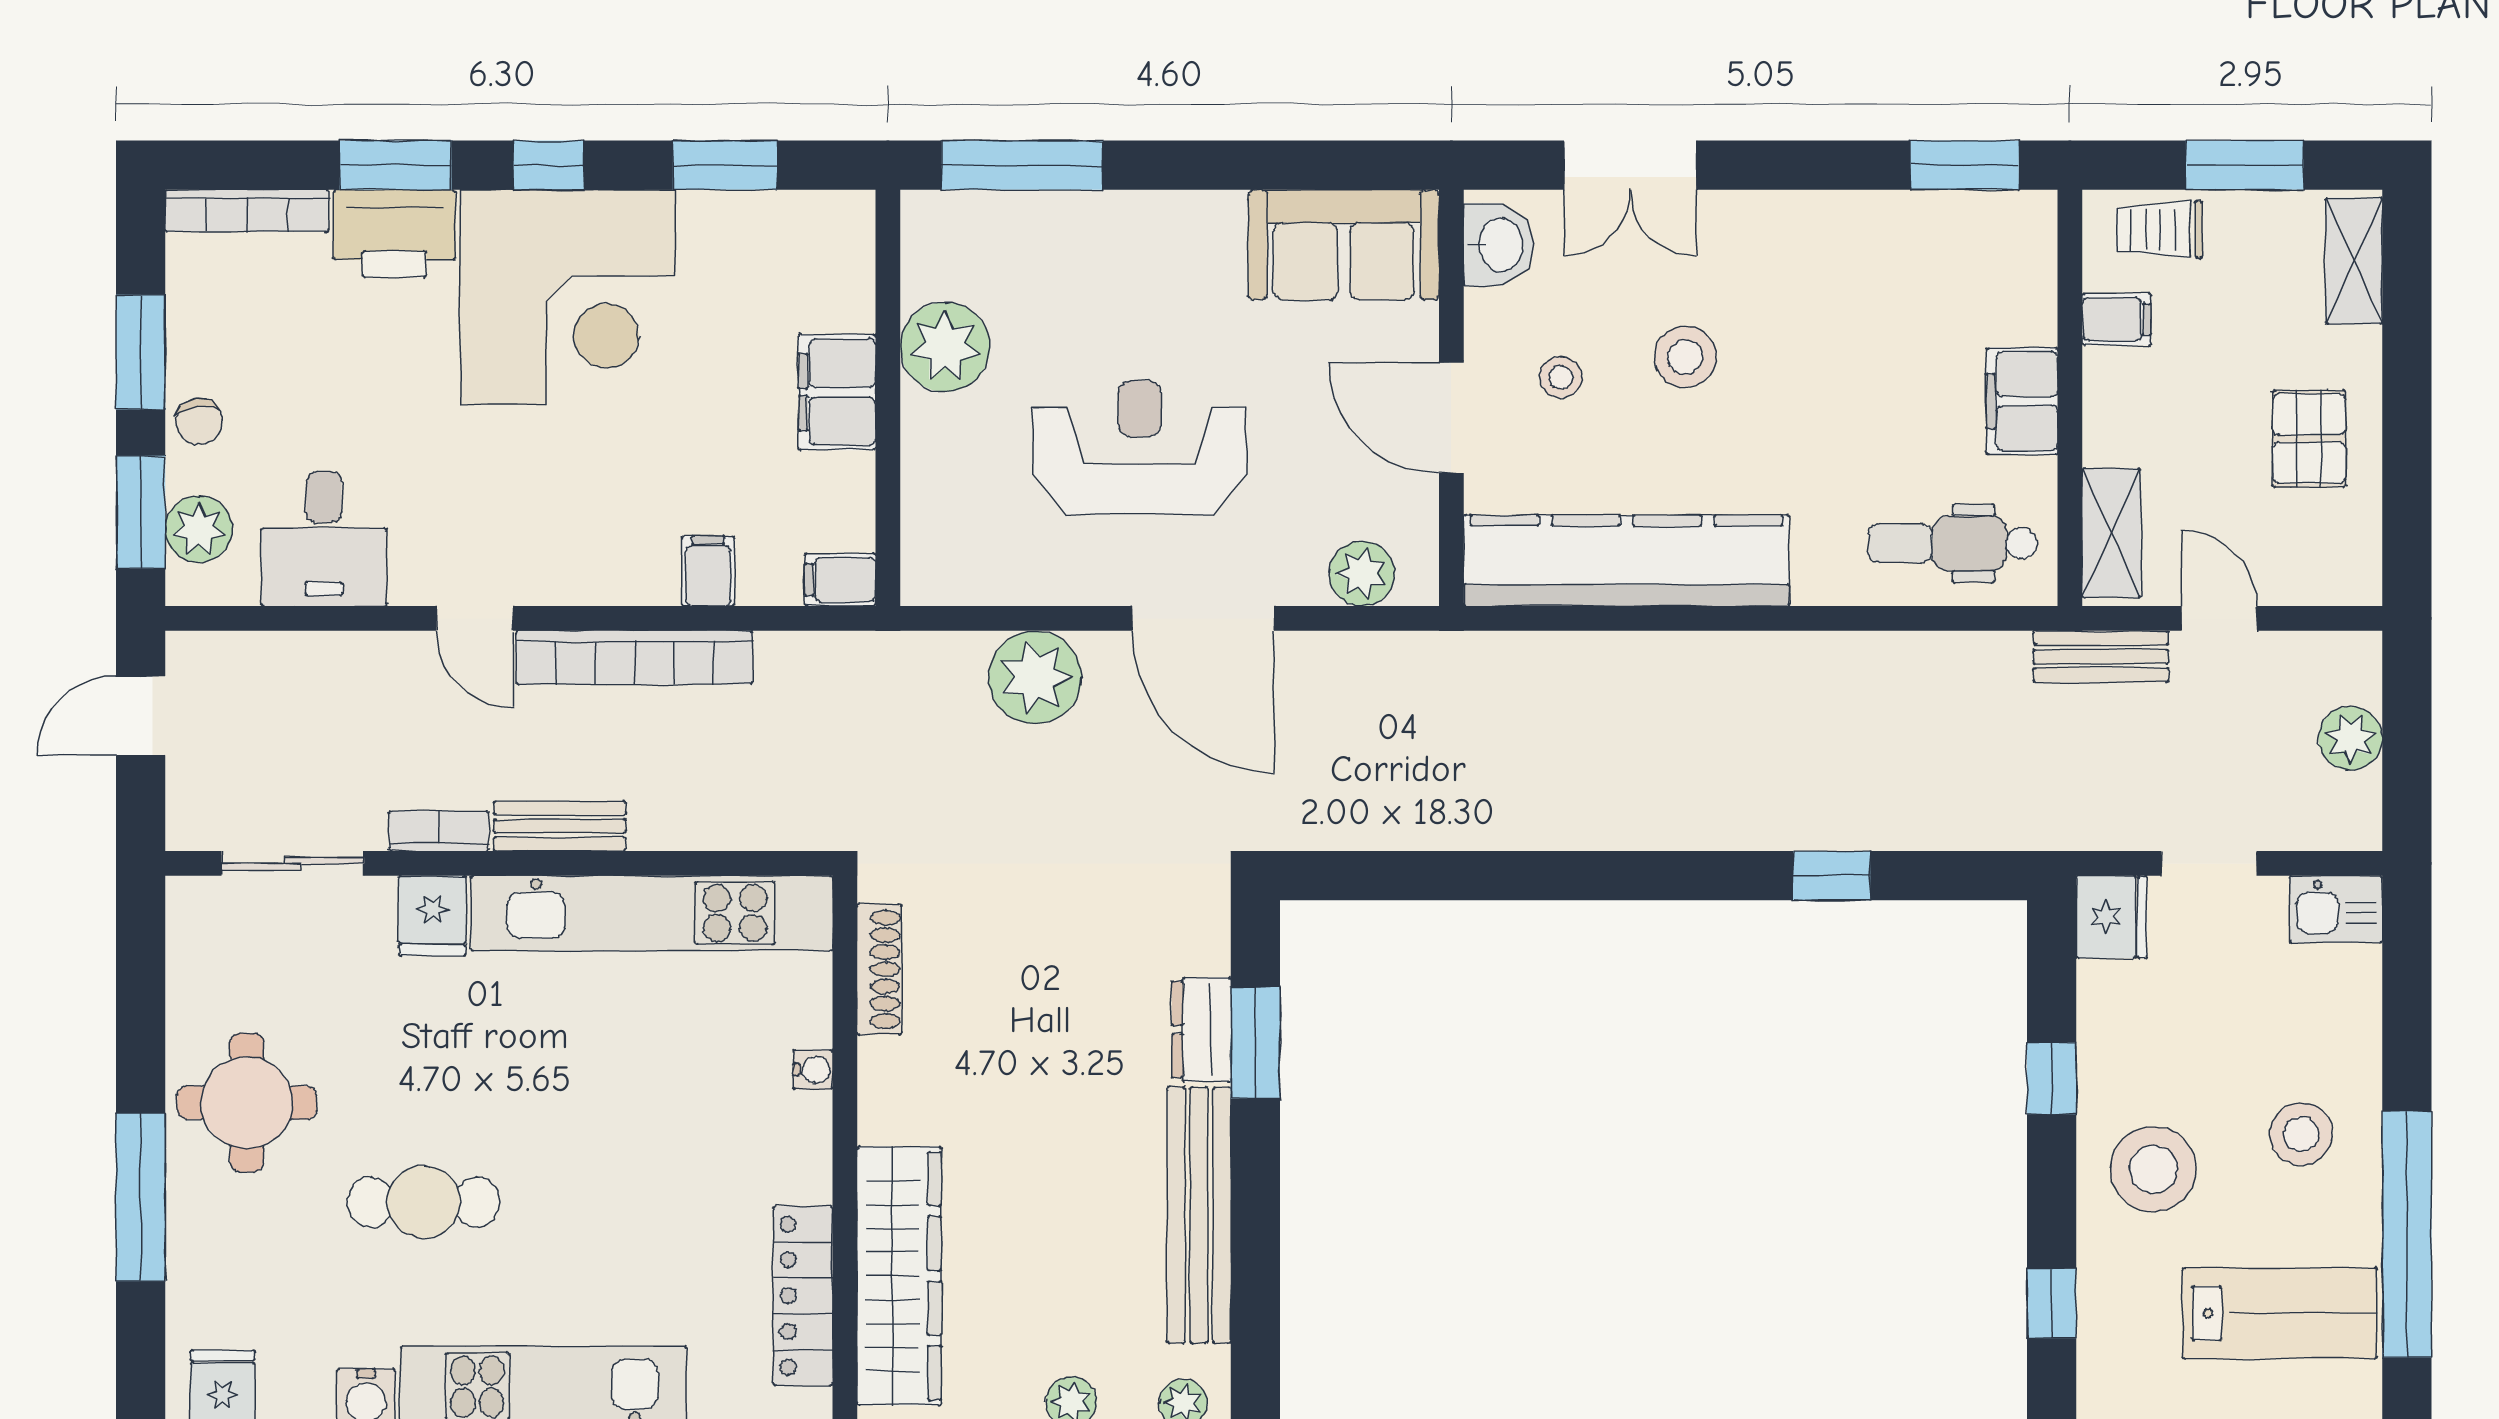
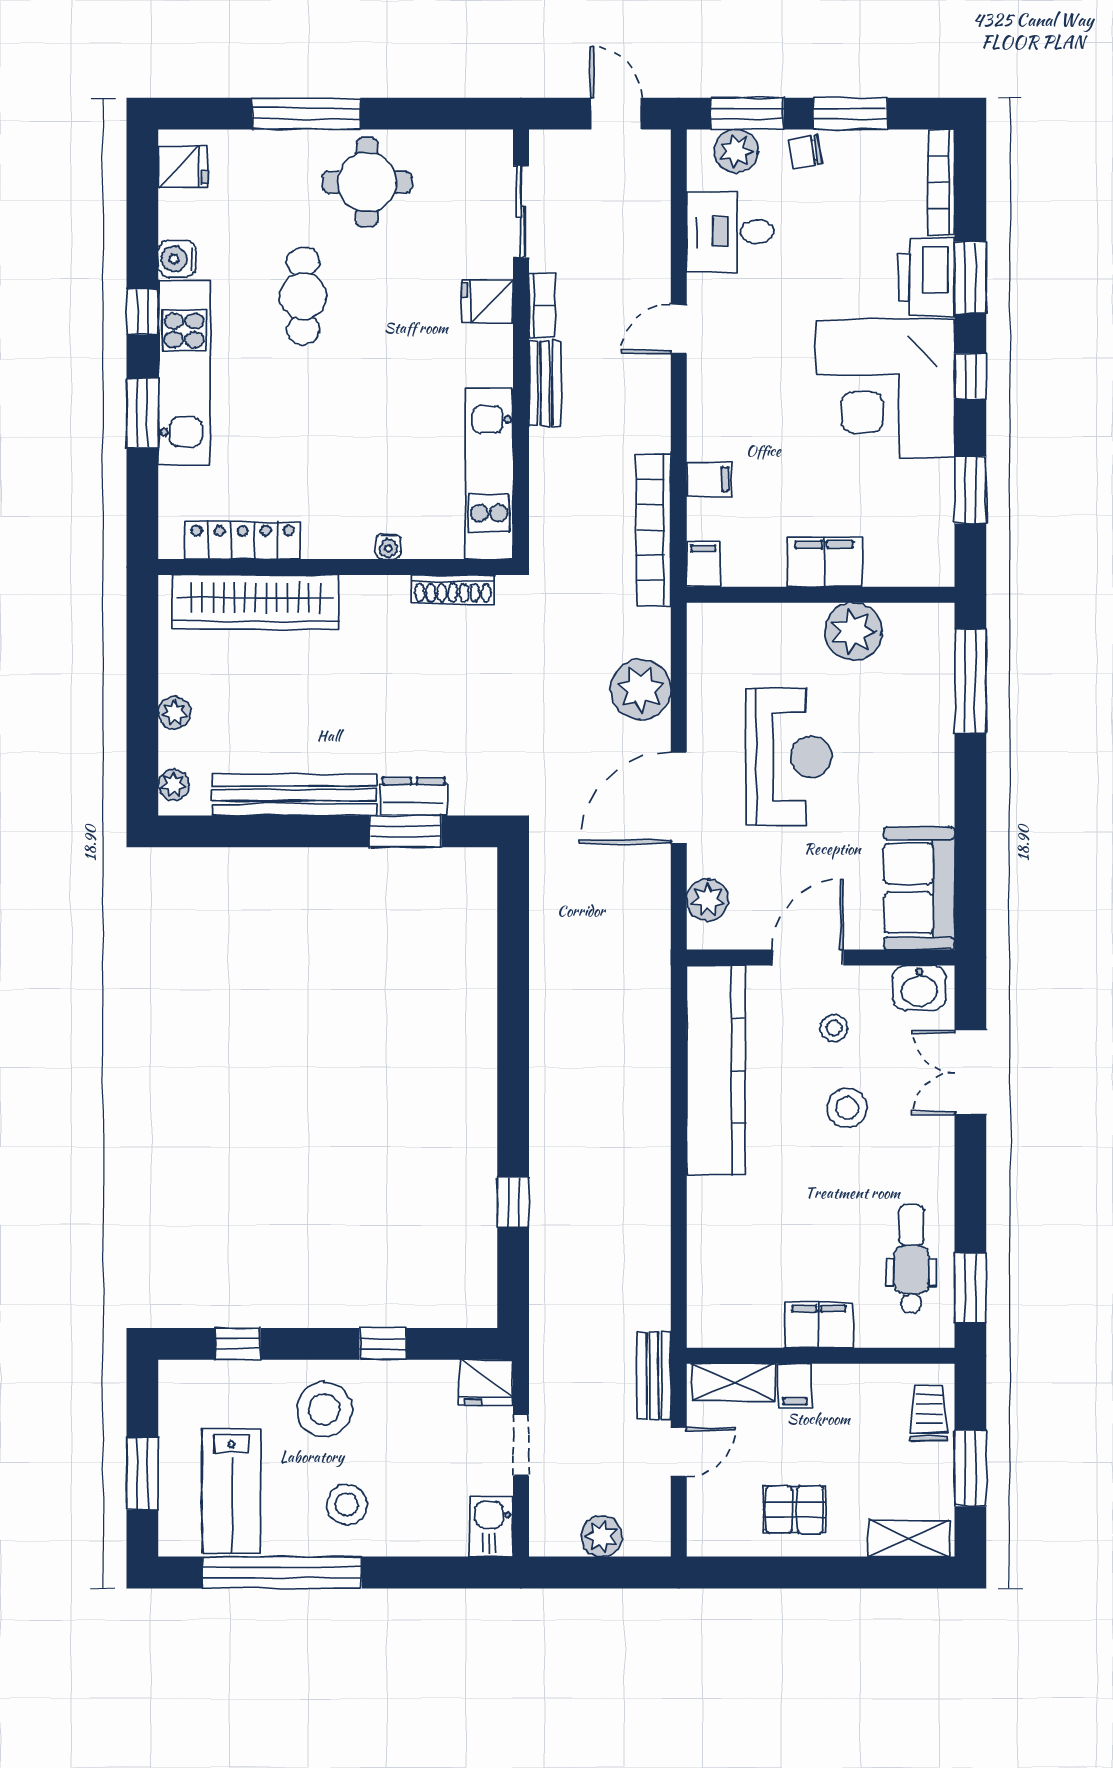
filing cabinet: (2117, 319) -> (795, 1386), moved
dental chair: (1952, 543) -> (911, 1259), moved
bookcase: (634, 658) -> (654, 530), moved
kitchen unit: (652, 913) -> (489, 474), width x0.73

